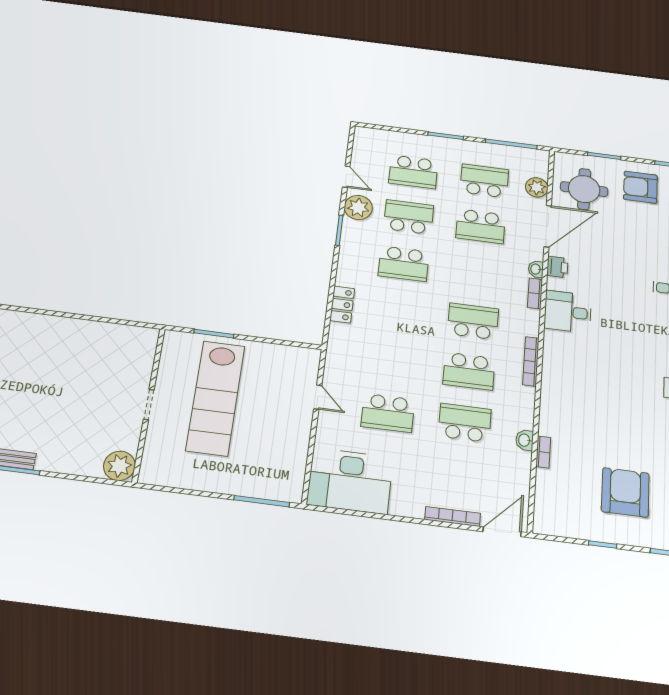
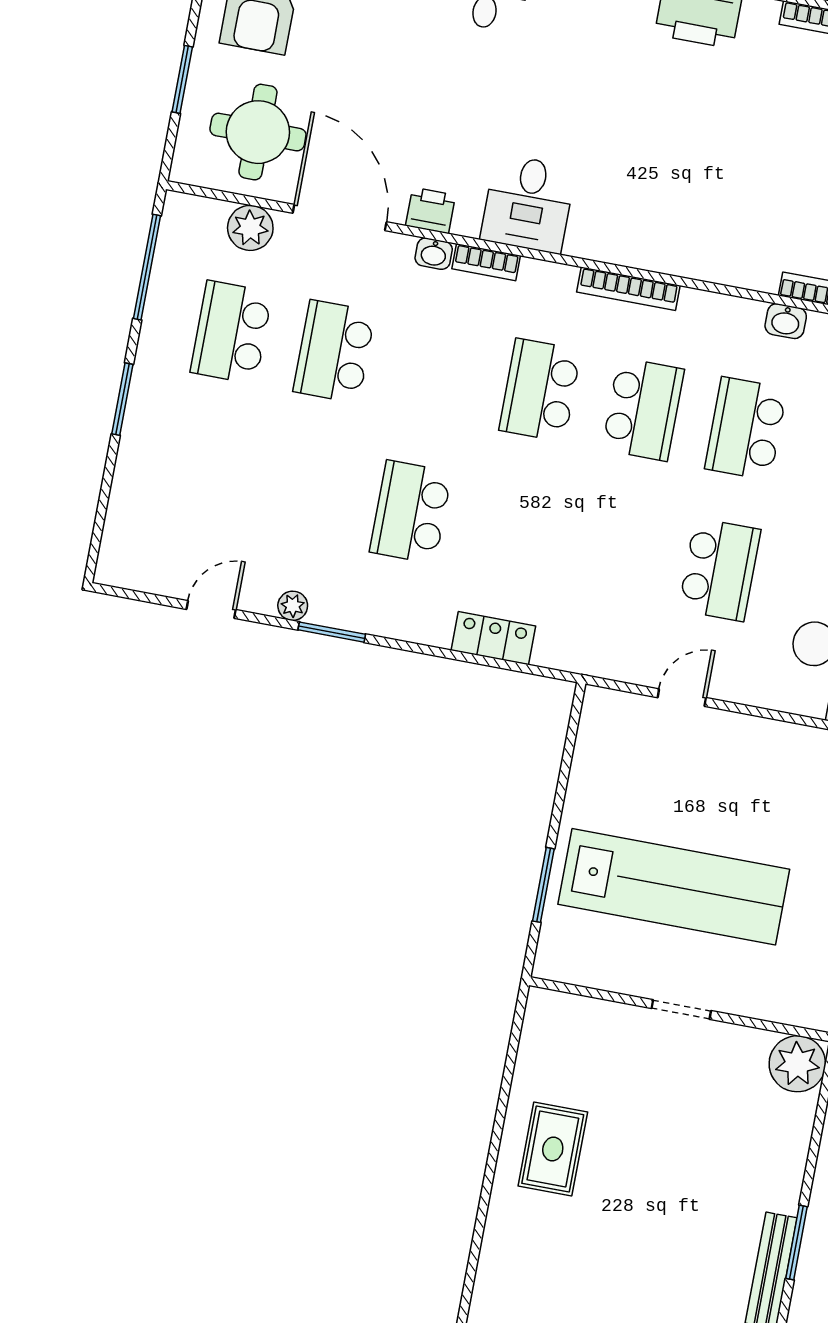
school desk: (413, 172) -> (205, 473), removed
plant: (358, 208) -> (293, 606), width x0.53, depth x0.53
school desk: (409, 217) -> (308, 493), removed
school desk: (481, 226) -> (334, 352), turned 180
school desk: (404, 264) -> (411, 512), turned 180
rug: (72, 344) -> (553, 1149), added

